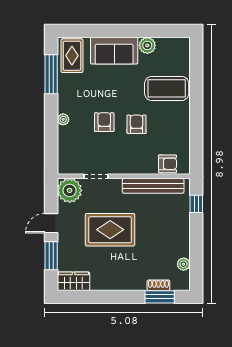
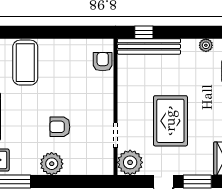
plant: (63, 119) -> (52, 164), width x1.88, depth x1.88
armchair: (137, 124) -> (62, 94), removed
bench: (153, 186) -> (149, 46), moved, turned 90

